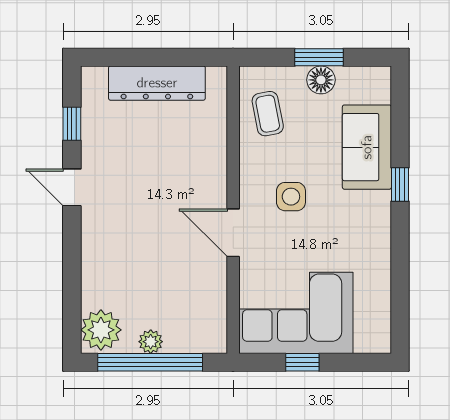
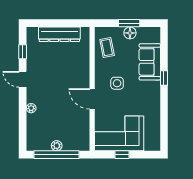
plant: (101, 330) -> (31, 108), moved, width x0.53, depth x0.53

